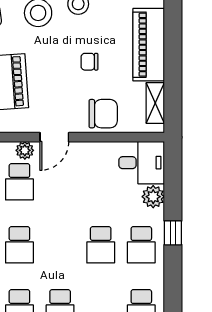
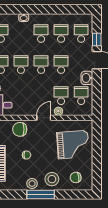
school desk: (60, 245) -> (41, 65), added

